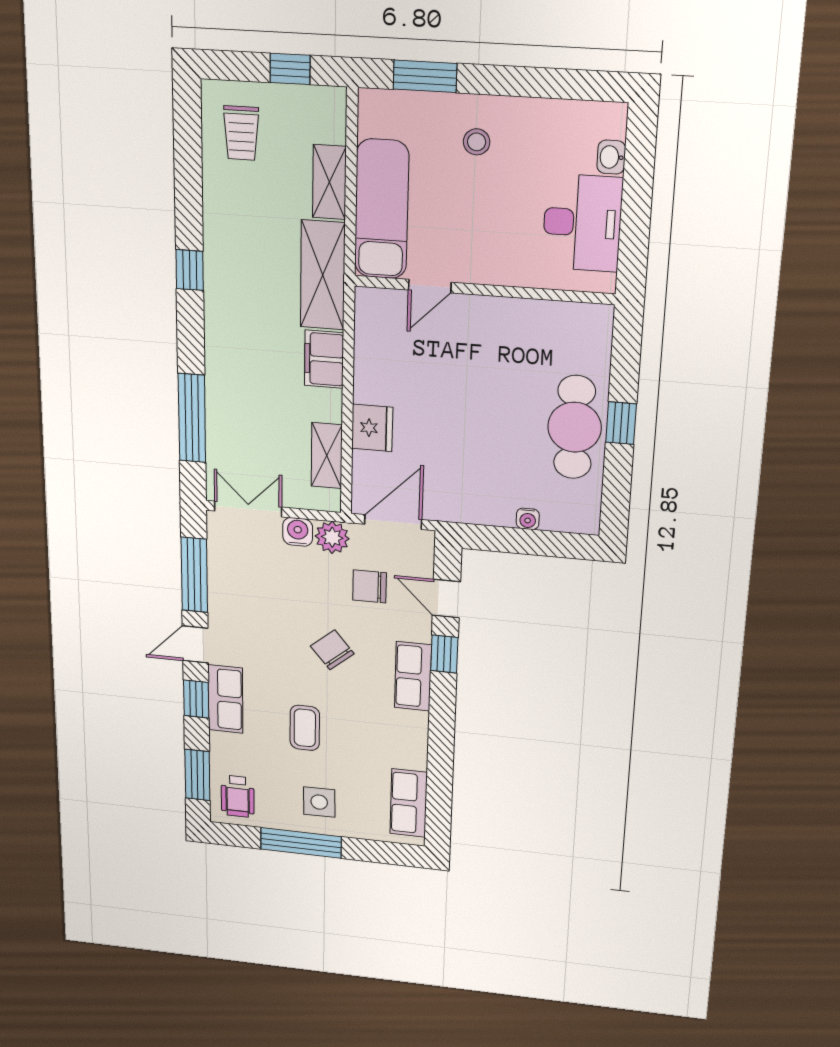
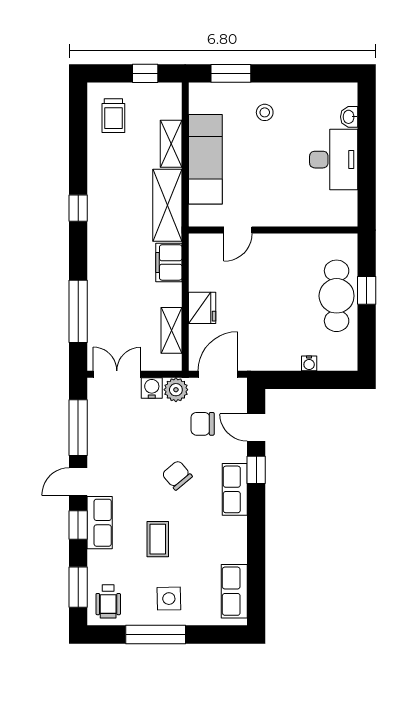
door: (430, 286) -> (238, 230), moved
wall: (484, 290) -> (273, 230), moved

